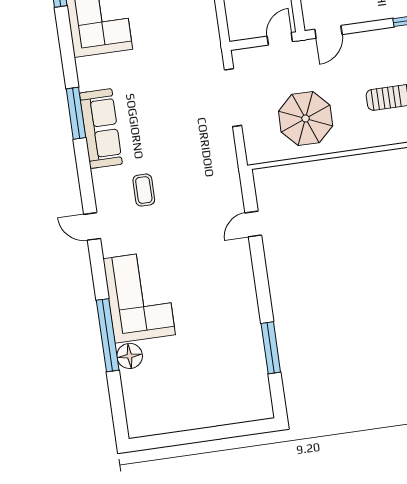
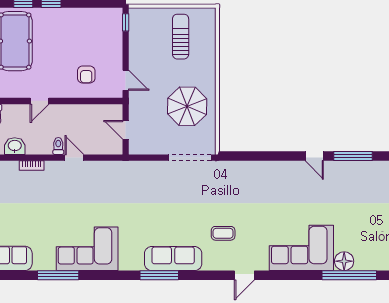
door: (280, 39) -> (126, 130), moved
doorway: (233, 98) -> (190, 158), moved
door: (253, 224) -> (314, 156), moved
window: (108, 335) -> (349, 275), moved

